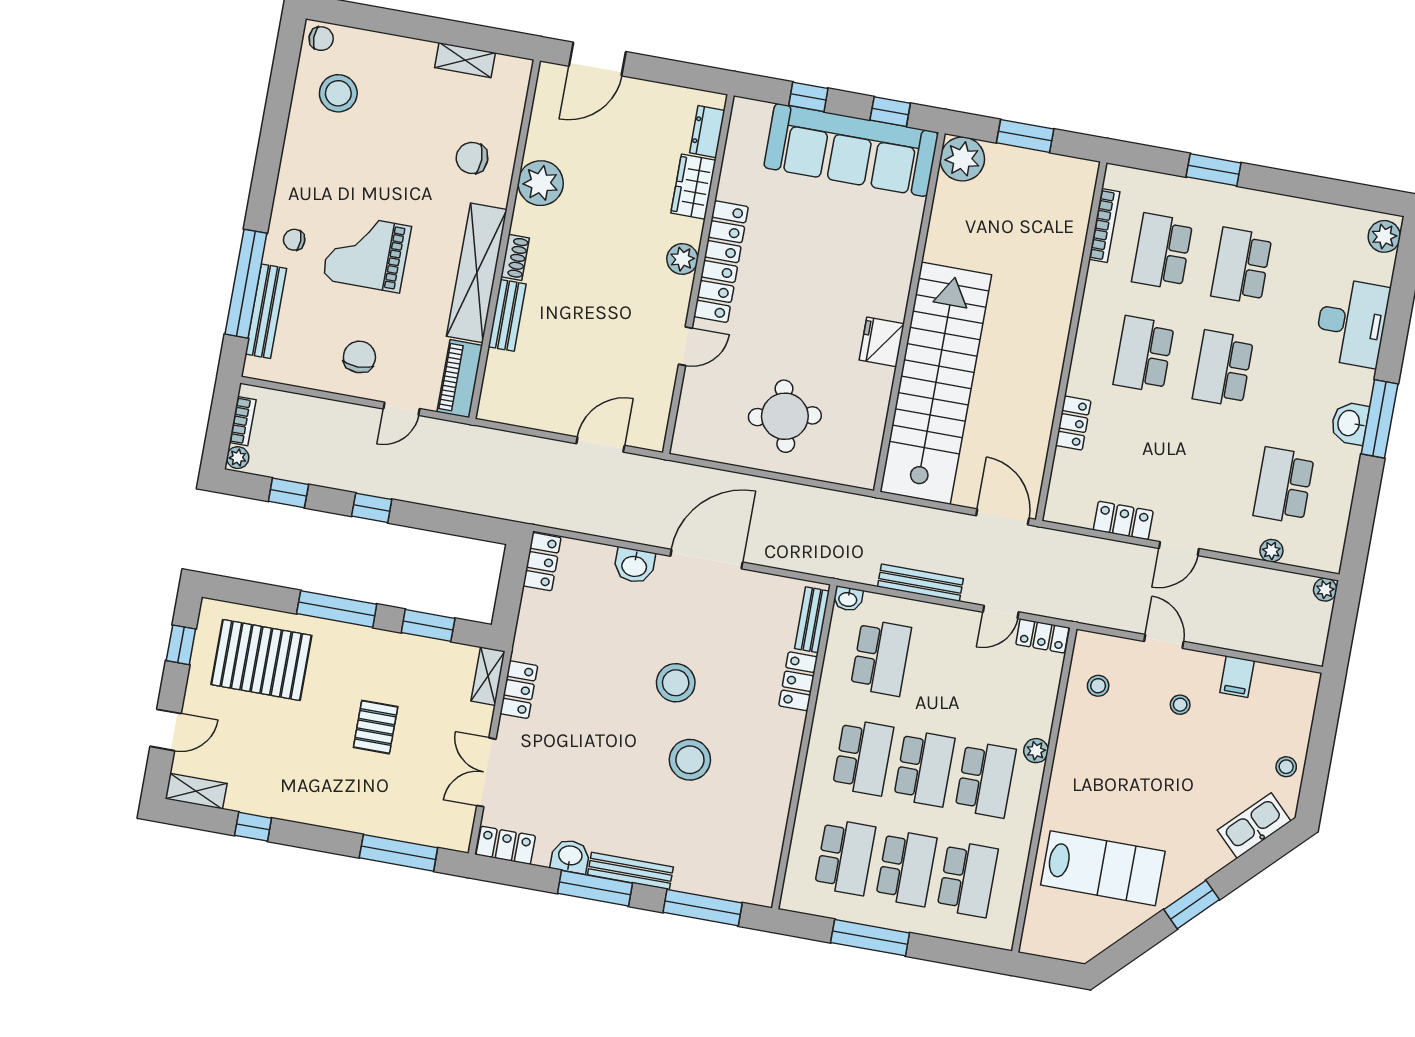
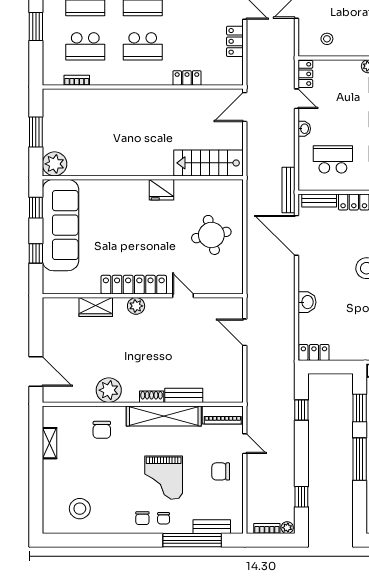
chair: (321, 39) -> (142, 518), moved, turned 180
dresser: (707, 132) -> (65, 305), removed
bookcase: (1104, 226) -> (77, 80), width x0.64
bench: (266, 311) -> (212, 527), width x0.73
stairs: (936, 383) -> (208, 163), width x0.54, depth x0.66
window: (372, 508) -> (301, 410), moved
door: (707, 559) -> (296, 235), moved
bench: (920, 583) -> (288, 190), moved
washbasin: (848, 599) -> (304, 129), moved

